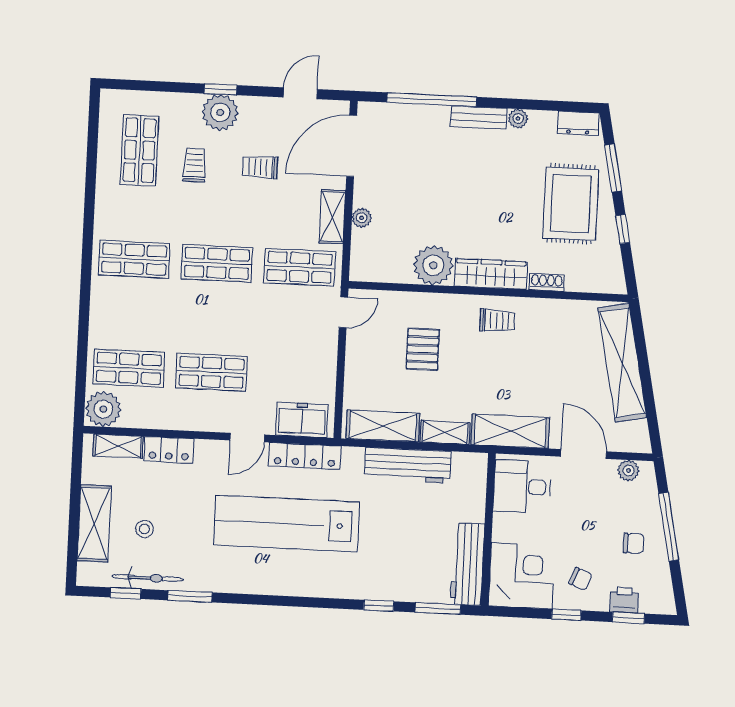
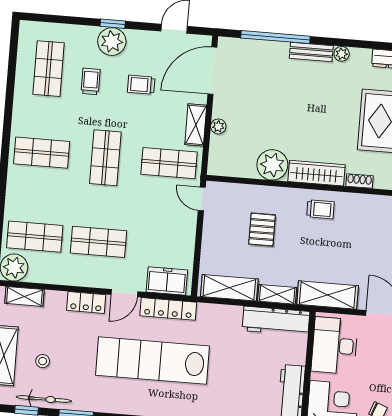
shop shelf: (217, 263) -> (105, 158), turned 90
door: (343, 312) -> (202, 199), swing flipped
locker: (169, 450) -> (86, 302), moved
workbench: (408, 465) -> (276, 321), moved
desk: (522, 487) -> (335, 346), width x1.37

